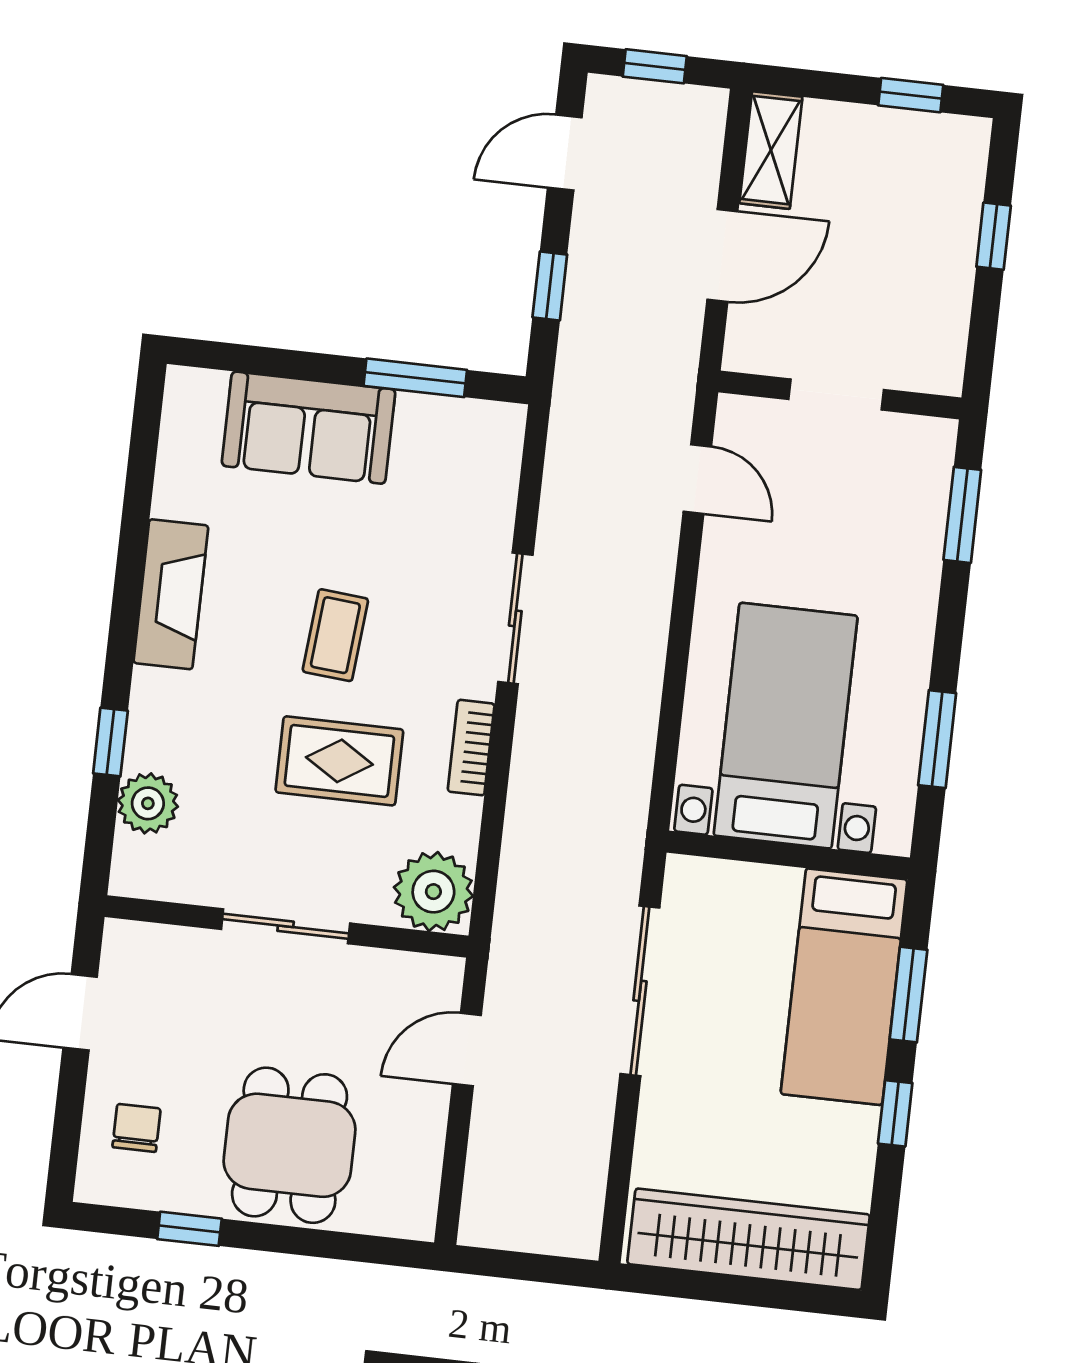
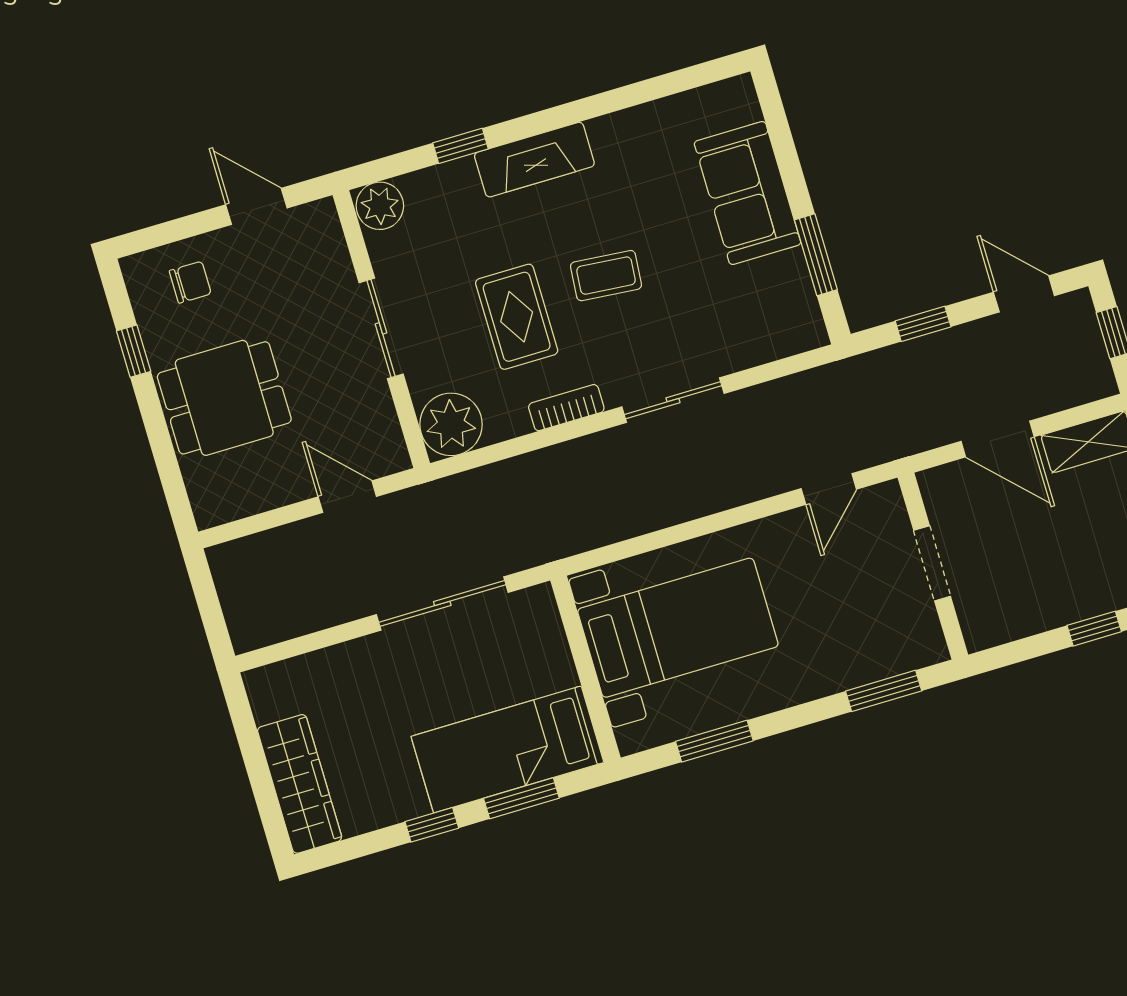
fireplace: (171, 594) -> (534, 160), moved
plant: (148, 803) -> (380, 206), moved
wardrobe: (749, 1239) -> (300, 784), width x0.71, depth x0.85

